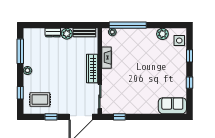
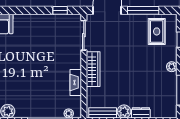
rug: (40, 100) -> (157, 31), turned 90
window: (51, 117) -> (143, 10), width x2.17

